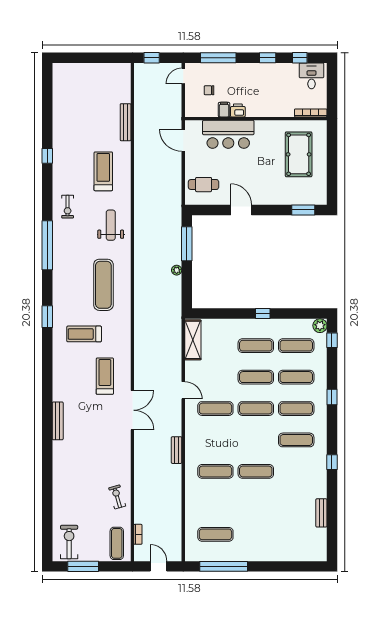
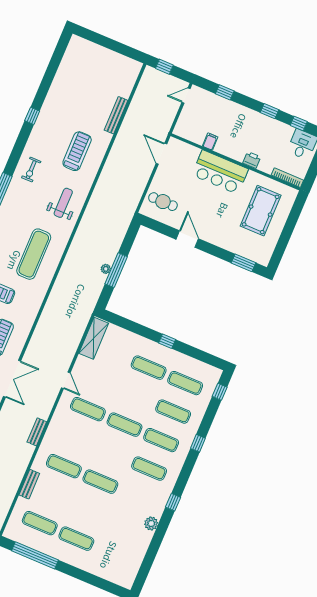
window: (218, 58) -> (225, 92), width x0.46
chair: (209, 90) -> (204, 118), removed
printer: (238, 110) -> (252, 160), moved
bar counter: (228, 134) -> (220, 172), moved
window: (187, 244) -> (116, 270), moved
plant: (320, 326) -> (151, 524), moved
exercise mat: (256, 377) -> (76, 539), moved
bench: (321, 513) -> (29, 484), moved

